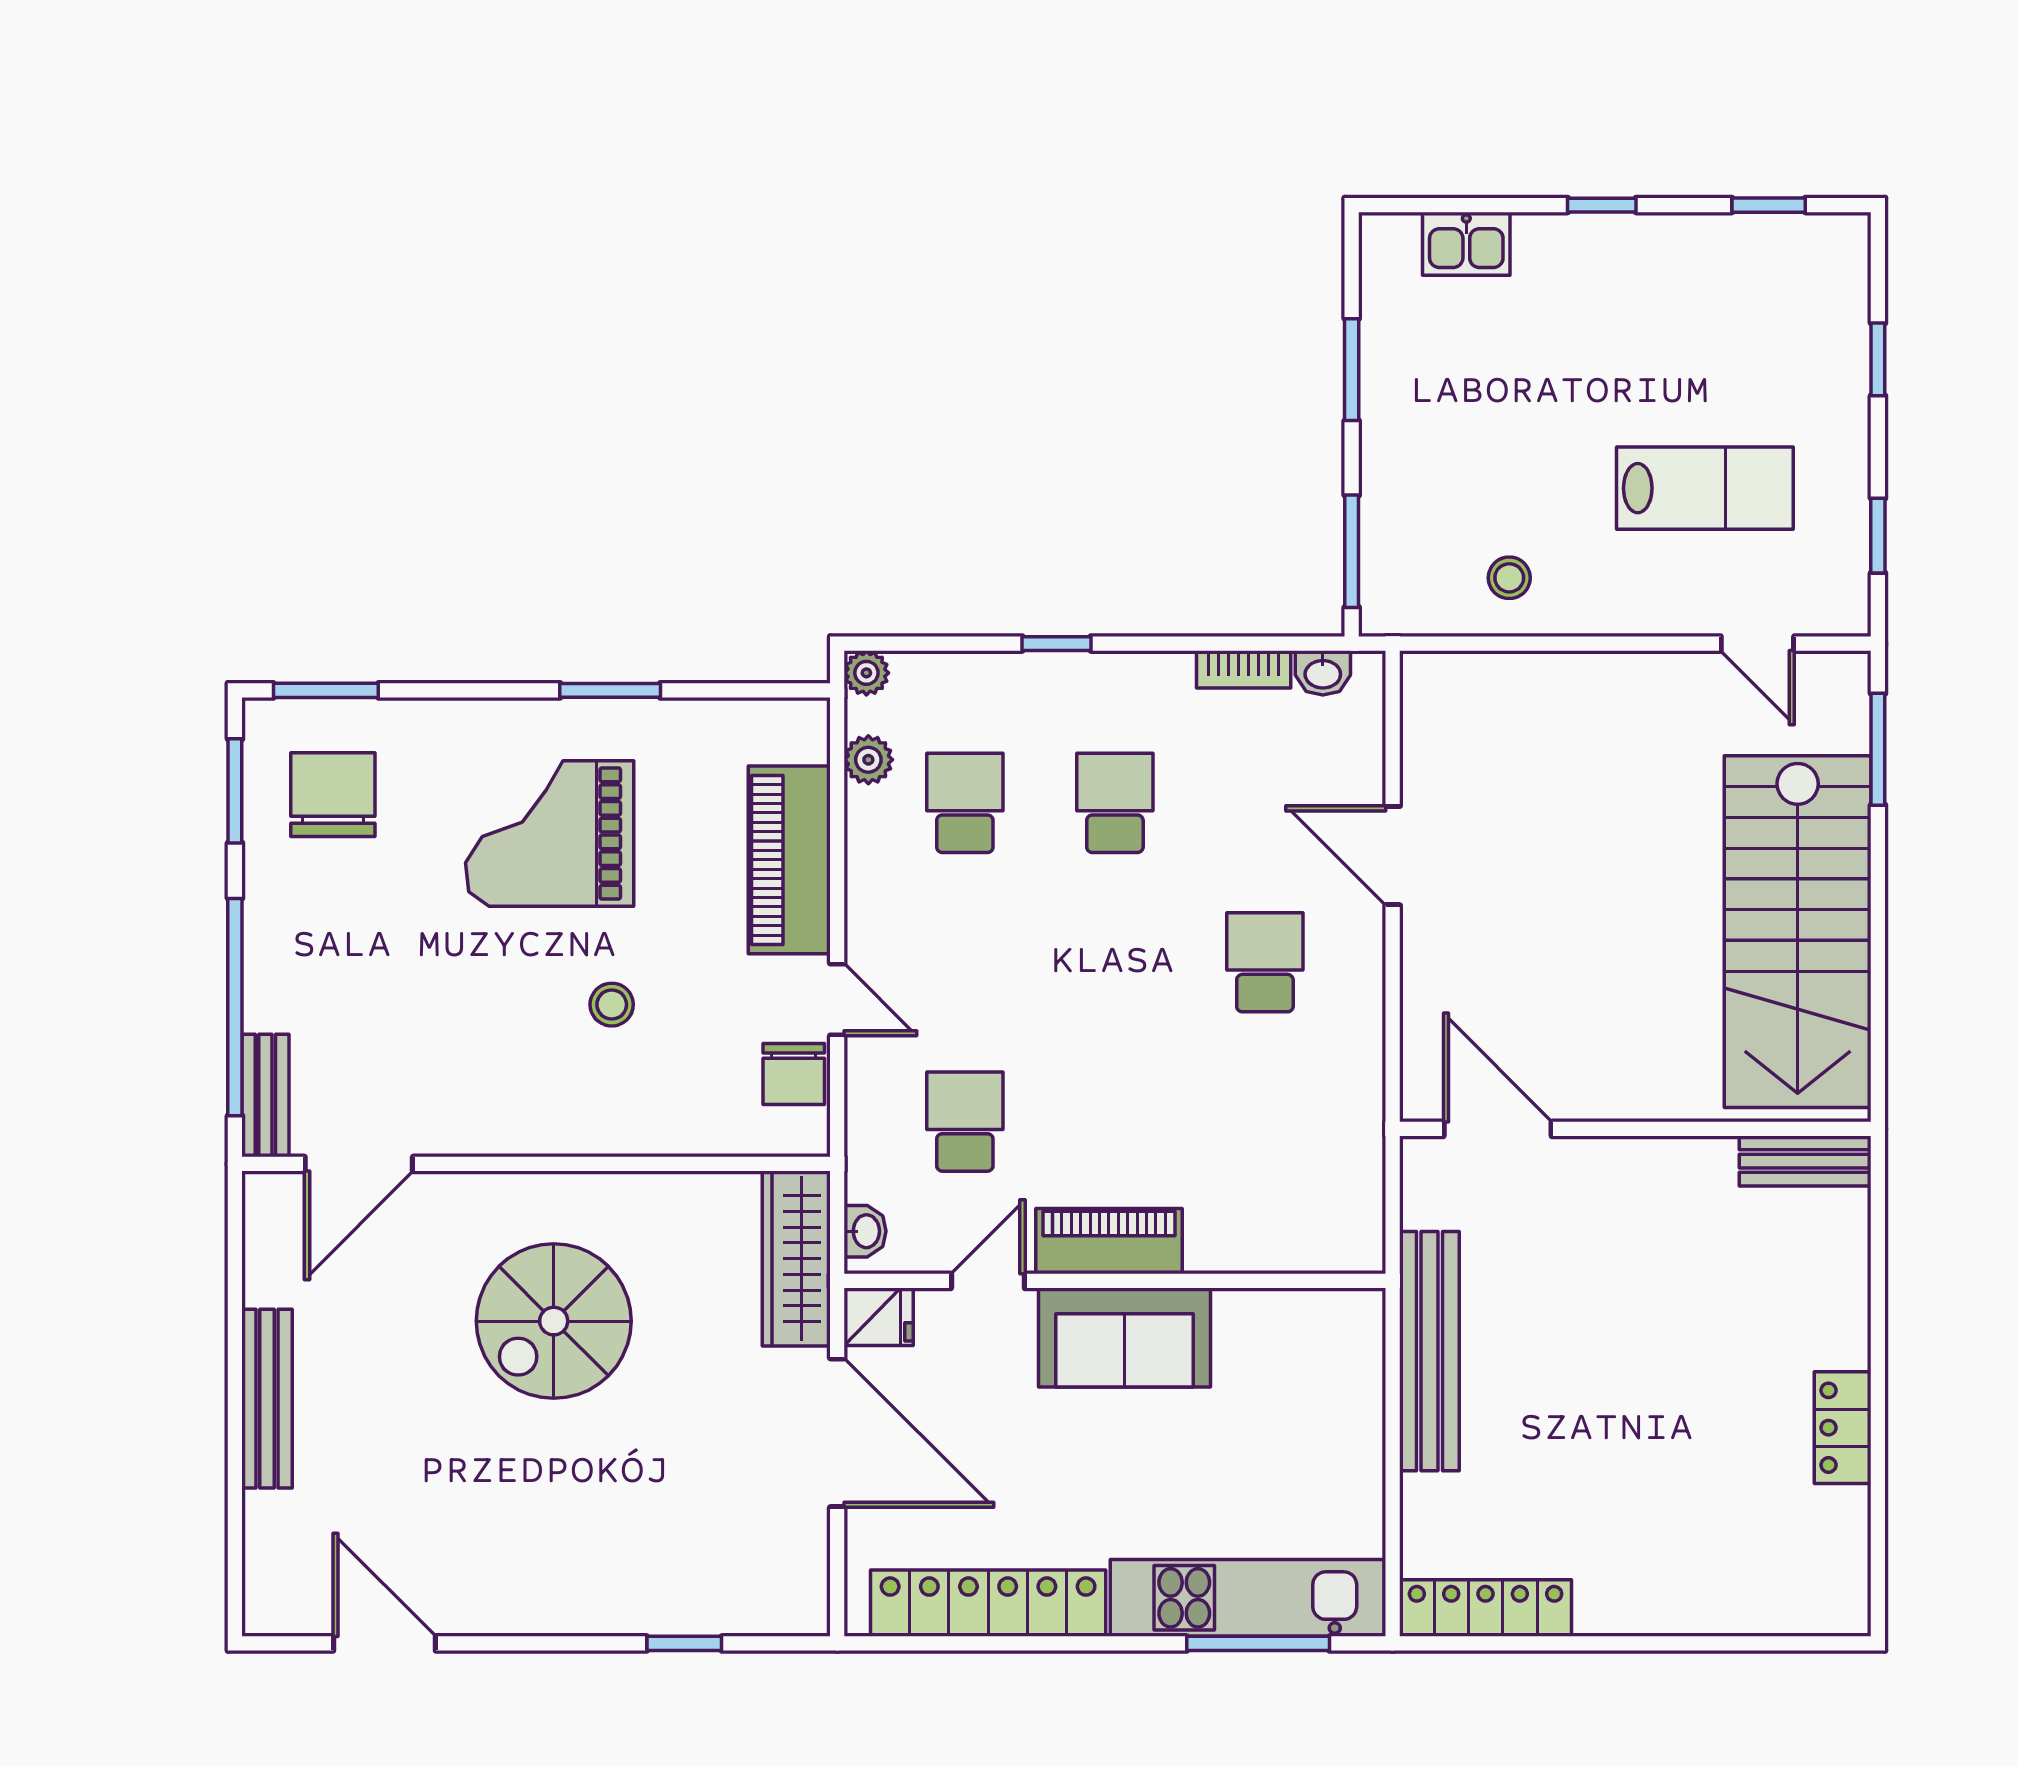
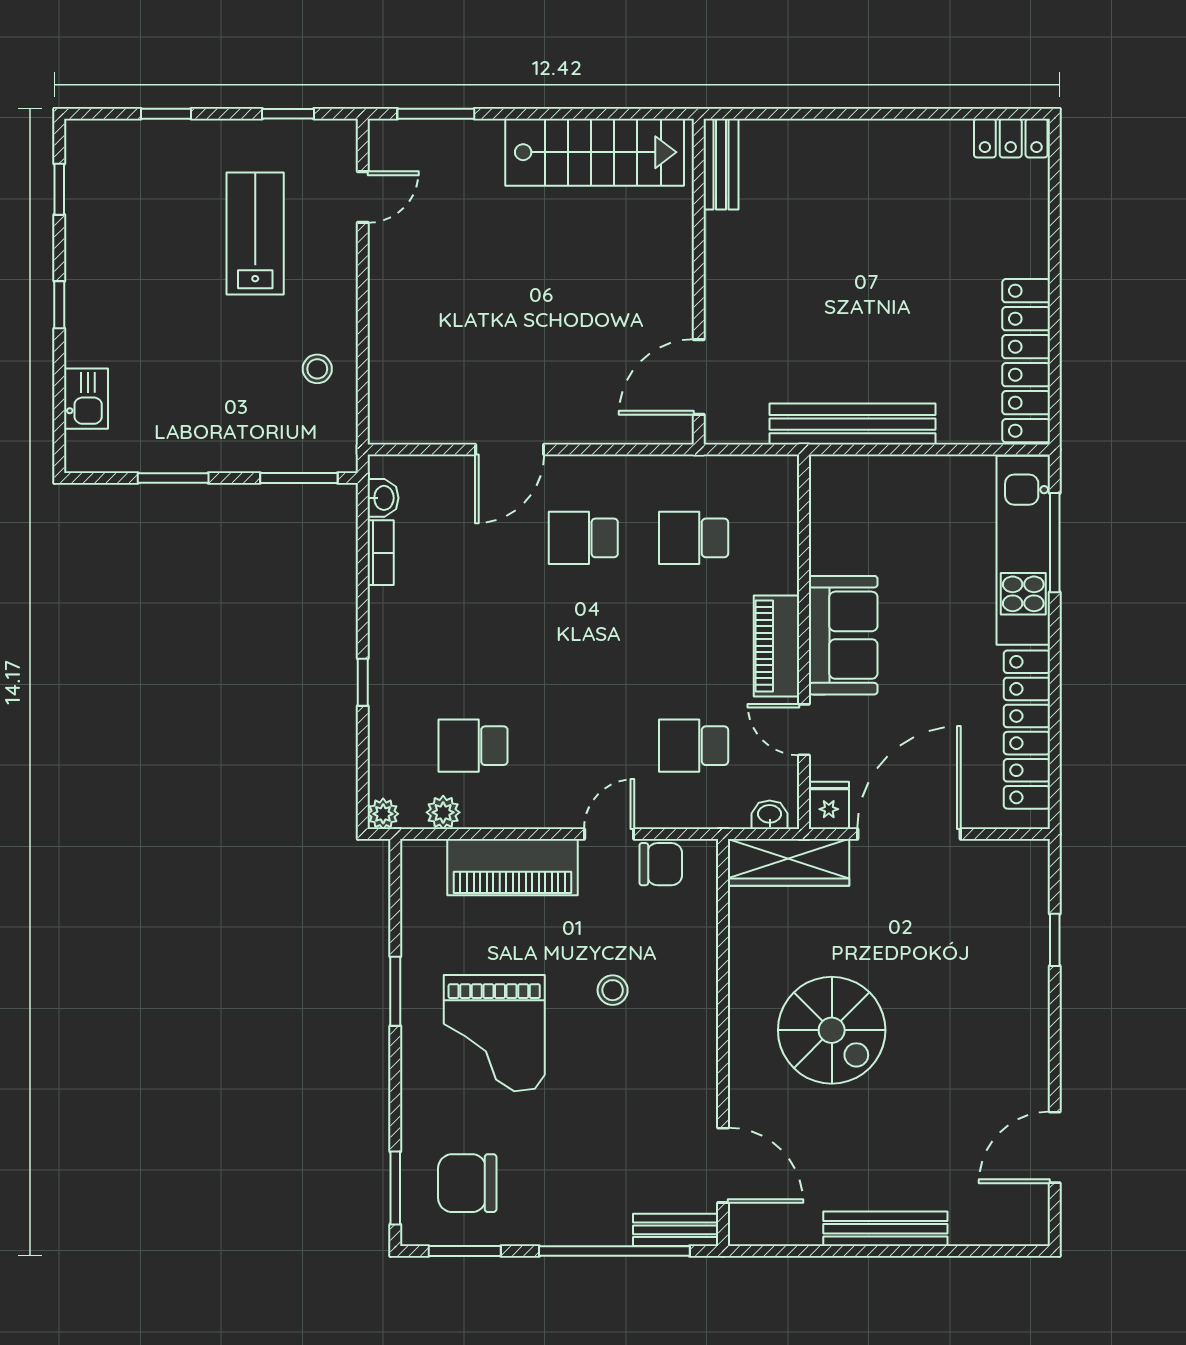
school desk: (1115, 803) -> (694, 538), moved
stairs: (1798, 932) -> (595, 152), width x0.73, depth x0.66
locker: (1843, 1428) -> (1011, 138), moved
locker: (1486, 1608) -> (1026, 361), width x1.41, depth x1.21

